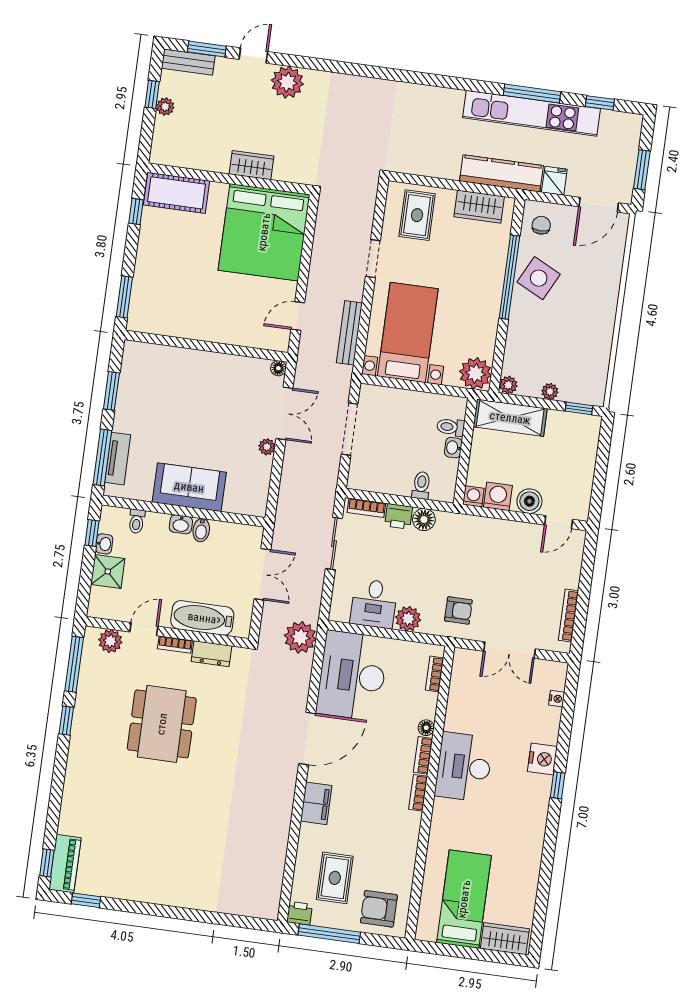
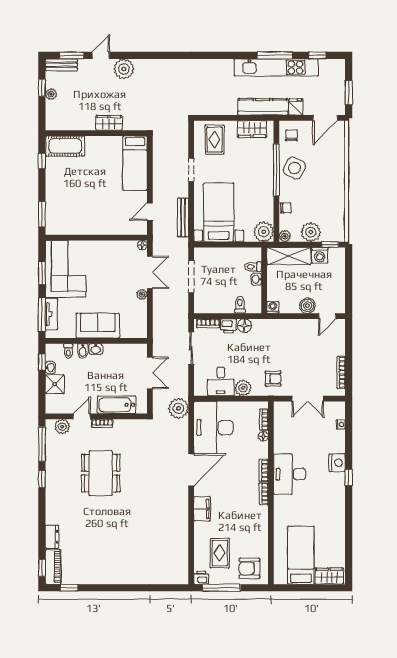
bed: (264, 232) -> (135, 163), width x0.49
chair: (516, 340) -> (286, 208), added
corner sofa: (150, 389) -> (66, 269), added
plant: (550, 391) -> (311, 232), width x1.88, depth x1.88
washing machine: (498, 496) -> (320, 255), moved, turned 180
bidet: (201, 530) -> (83, 351), moved
dresser: (211, 654) -> (52, 537), moved, turned -90
floor lamp: (426, 728) -> (263, 436), moved

